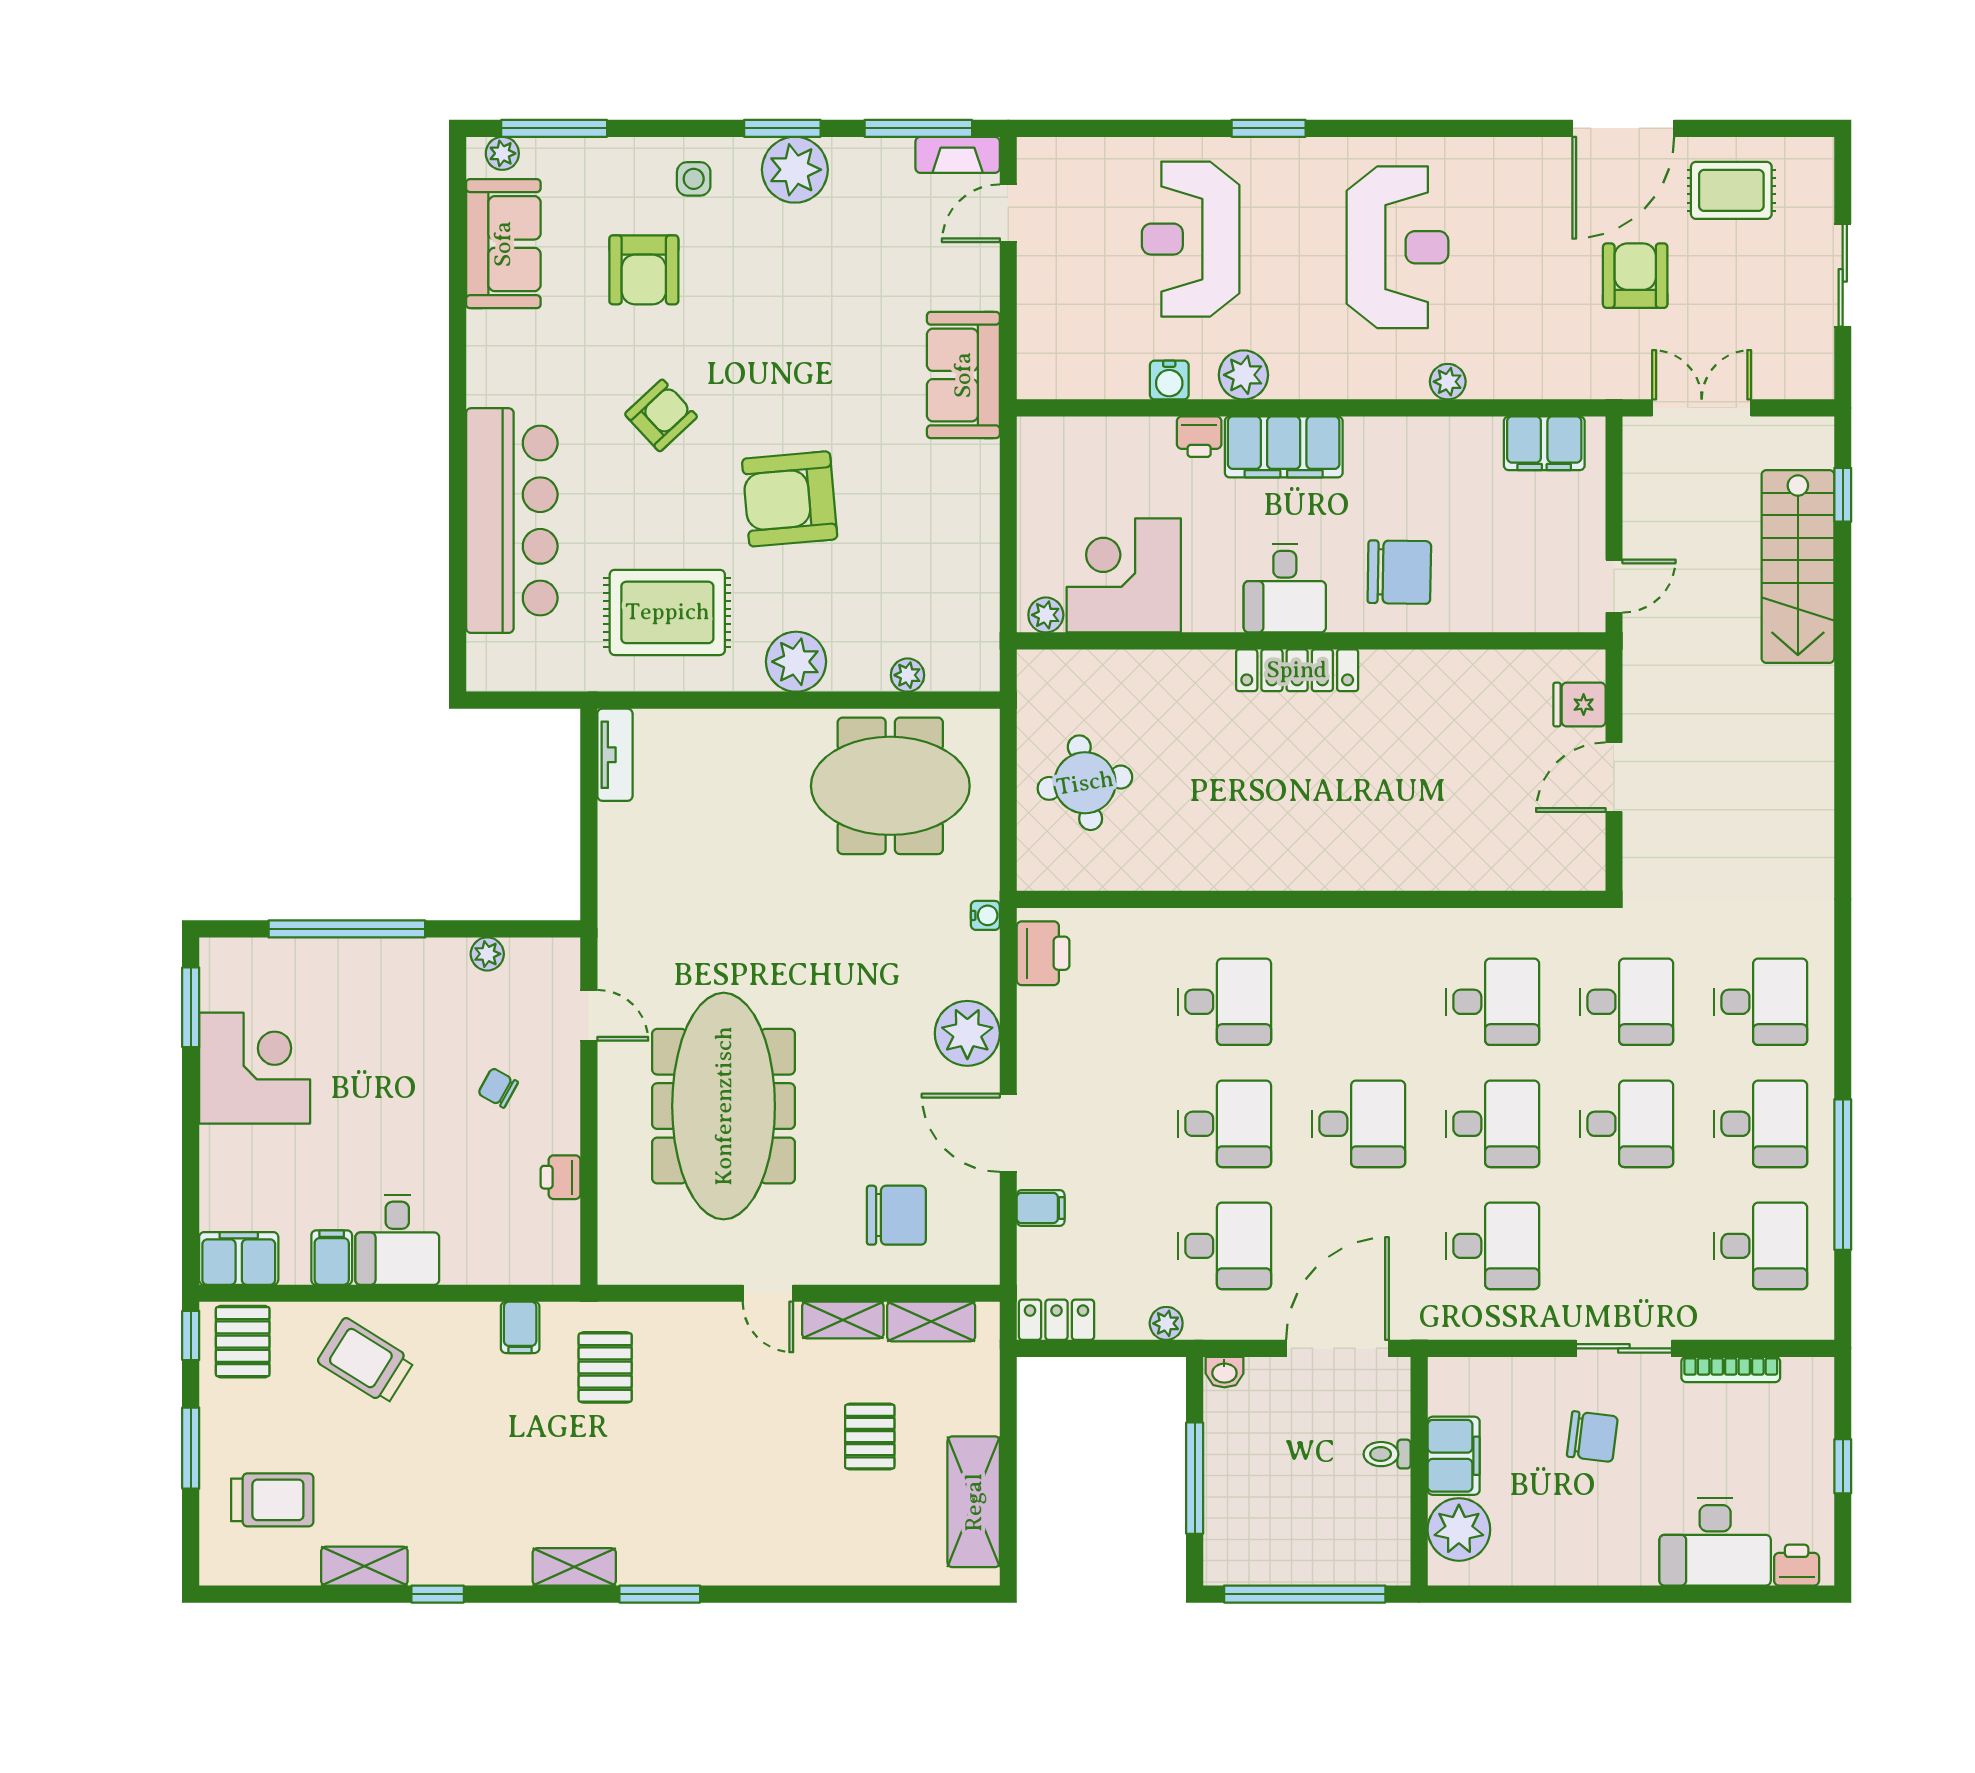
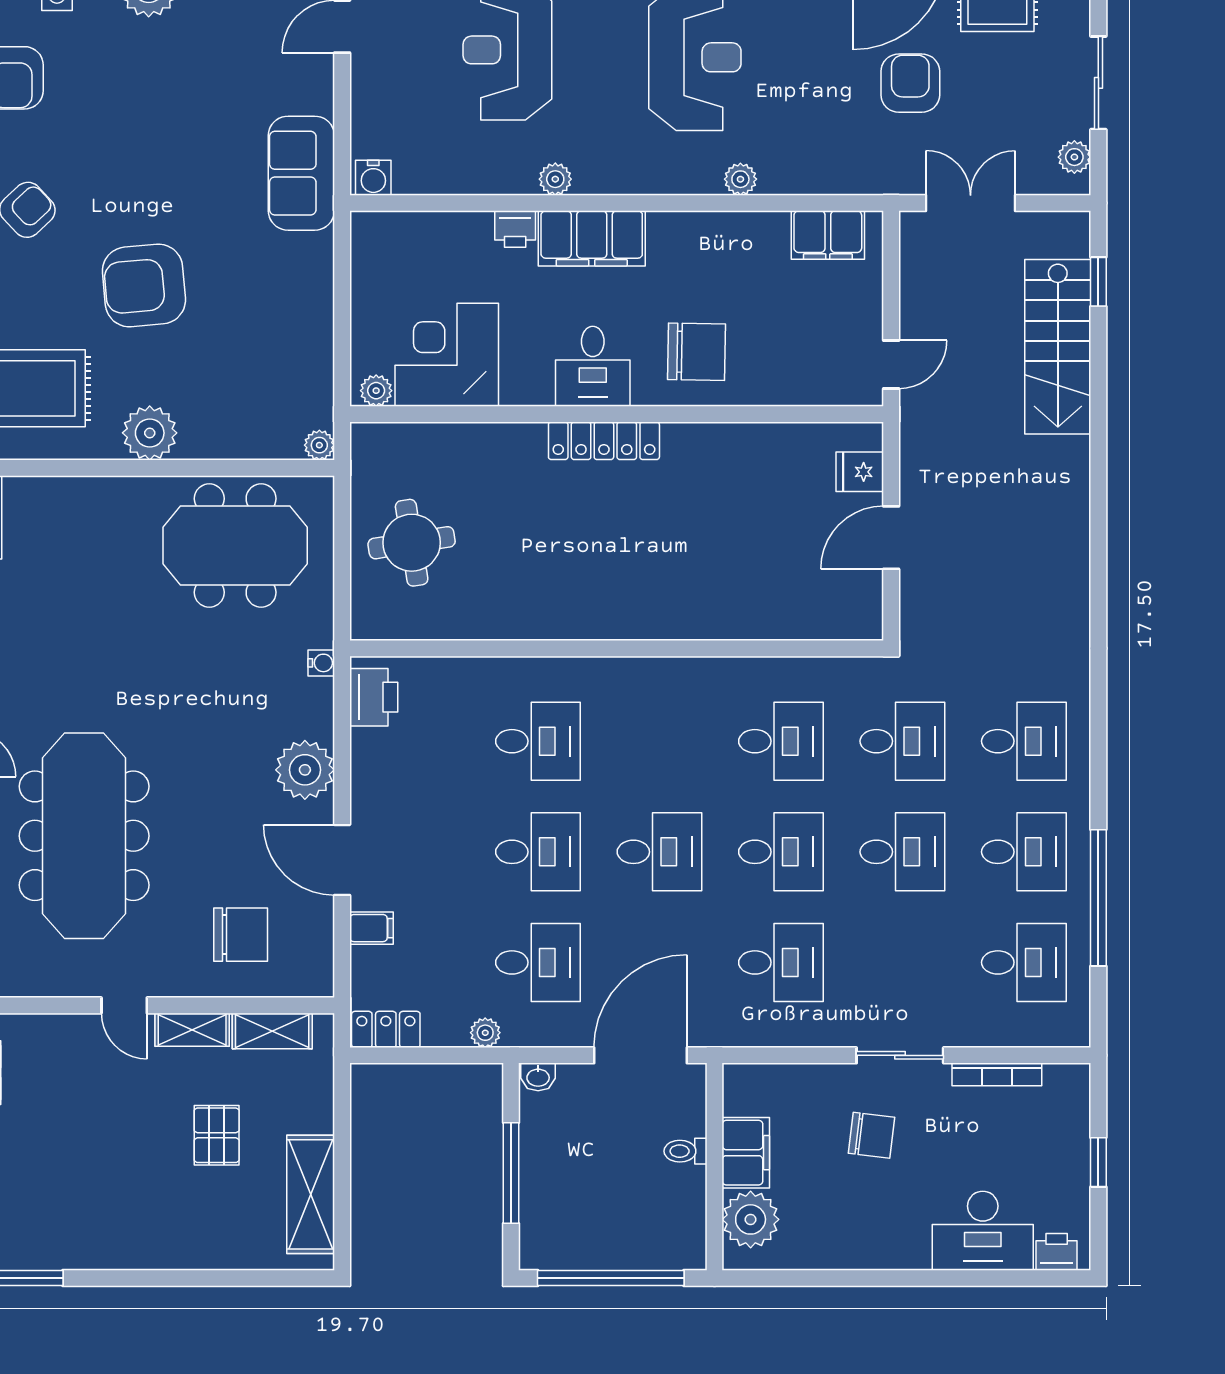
plant: (1816, 357) -> (1074, 157), added
plant: (1243, 375) -> (555, 179), width x0.73, depth x0.73
water cooler: (1169, 380) -> (373, 178), moved
plant: (908, 675) -> (319, 445), moved

